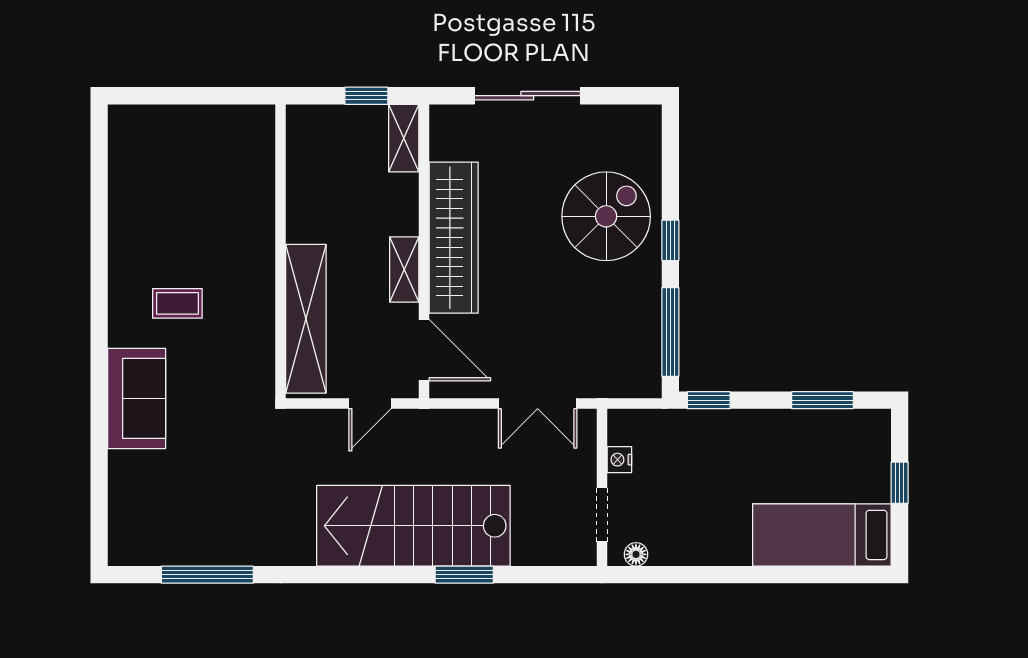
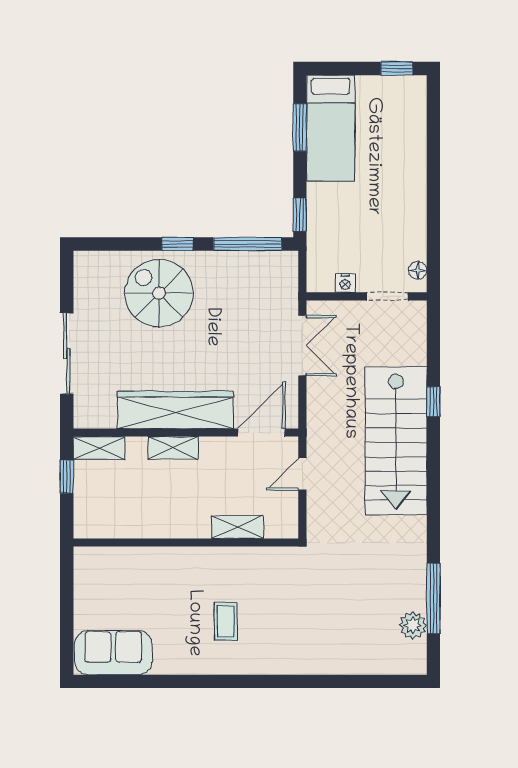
shelving: (404, 269) -> (173, 448), moved
shelving: (306, 319) -> (237, 527), width x0.45, depth x0.75
sofa: (137, 398) -> (113, 653), moved
door: (370, 404) -> (302, 474), swing flipped
window: (900, 483) -> (397, 69), moved
bed: (822, 535) -> (331, 128), moved
plant: (172, 548) -> (413, 625), added
window: (464, 575) -> (433, 402), width x0.67

